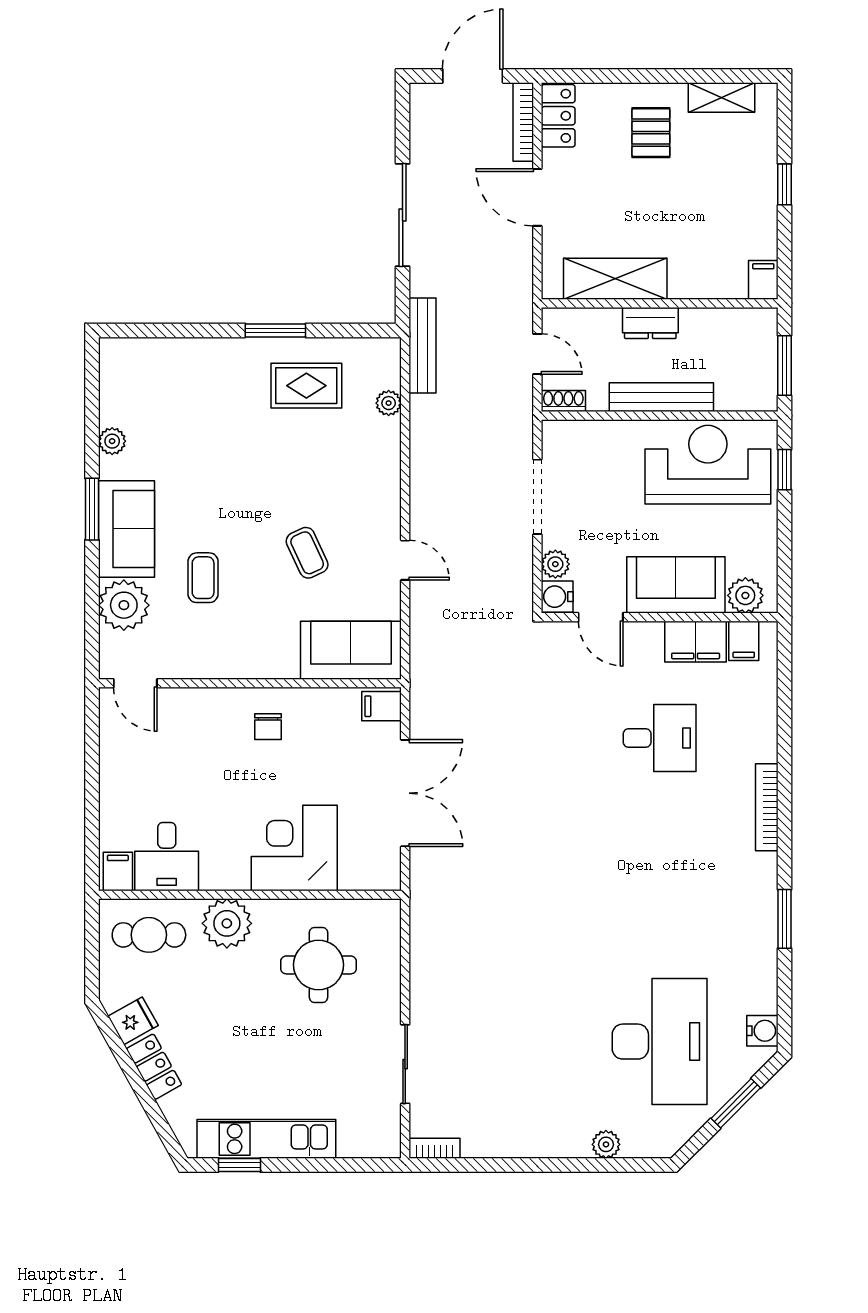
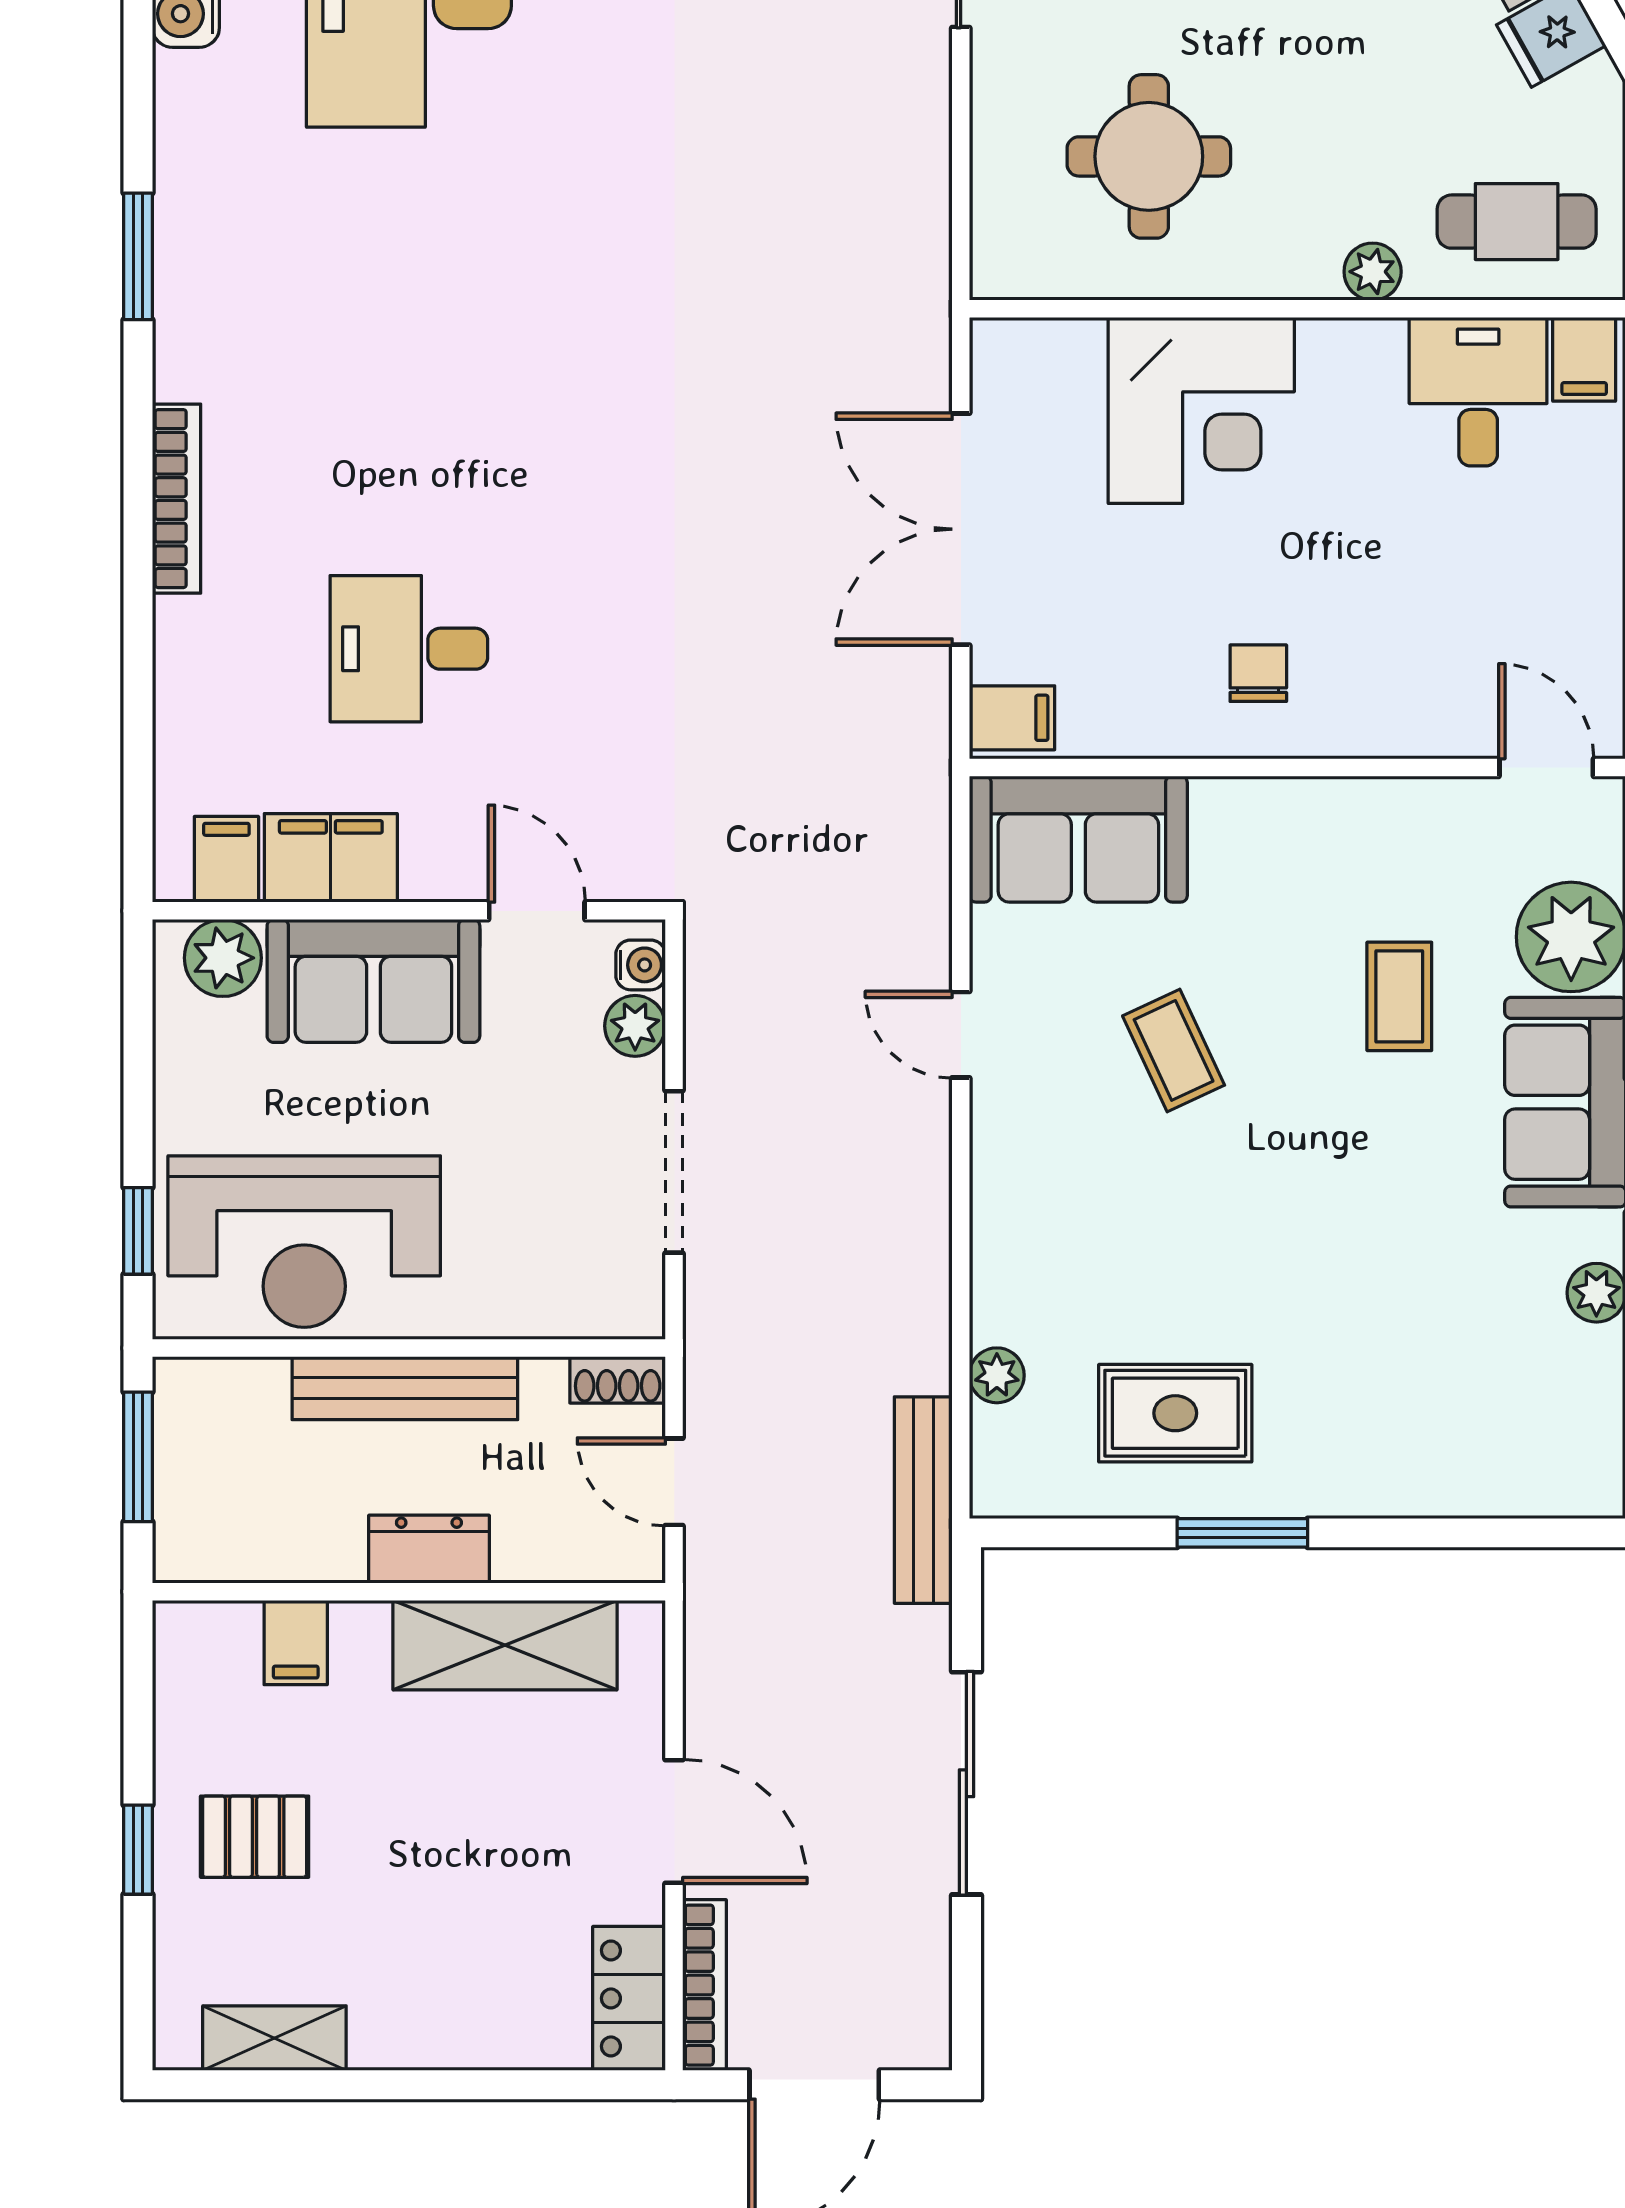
pallet: (651, 133) -> (255, 1837), moved, turned 90
filing cabinet: (763, 280) -> (296, 1642), moved
water cooler: (557, 597) -> (641, 965), width x0.72, depth x0.72
plant: (227, 923) -> (1373, 272), width x0.53, depth x0.53

